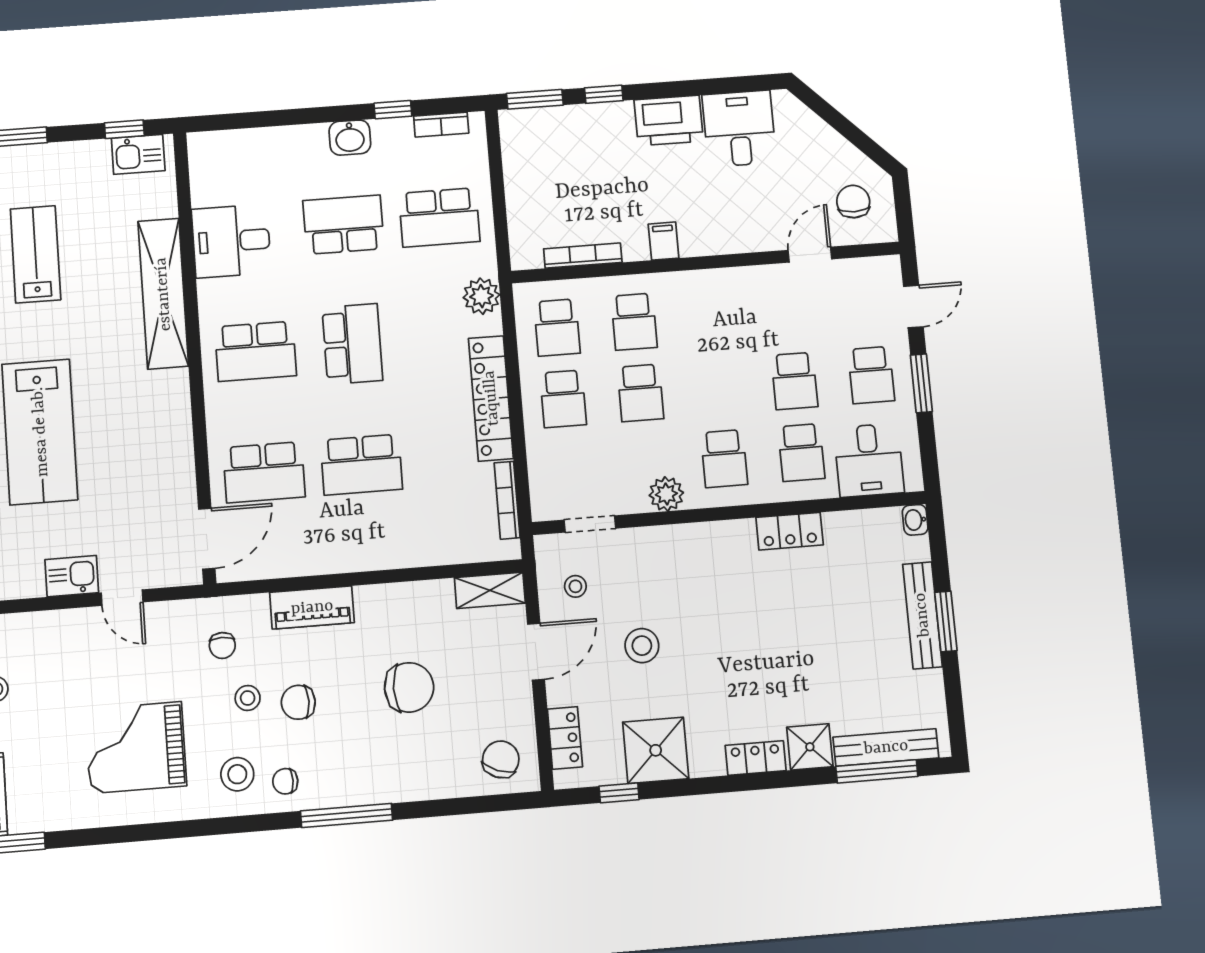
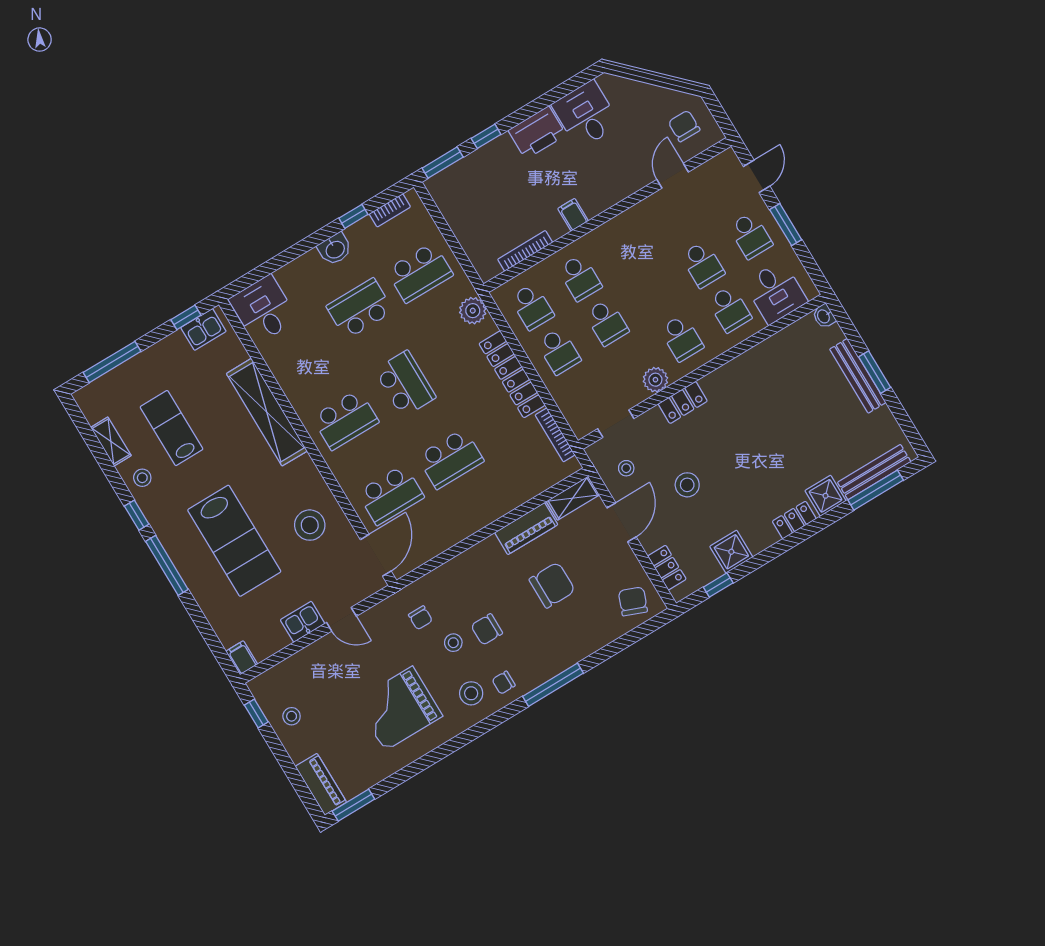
desk: (231, 241) -> (263, 309), moved, turned 90
stool: (144, 460) -> (310, 525), added
locker: (790, 531) -> (683, 403), moved
piano: (312, 607) -> (526, 529), moved
shower: (656, 750) -> (731, 552), width x0.73, depth x0.73

